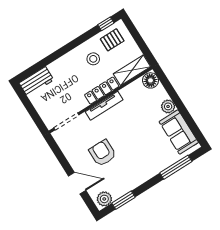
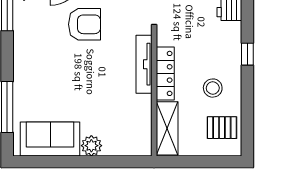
window: (106, 24) -> (247, 54), moved
pallet: (112, 40) -> (222, 128), turned 90
floor lamp: (150, 80) -> (139, 144), removed

